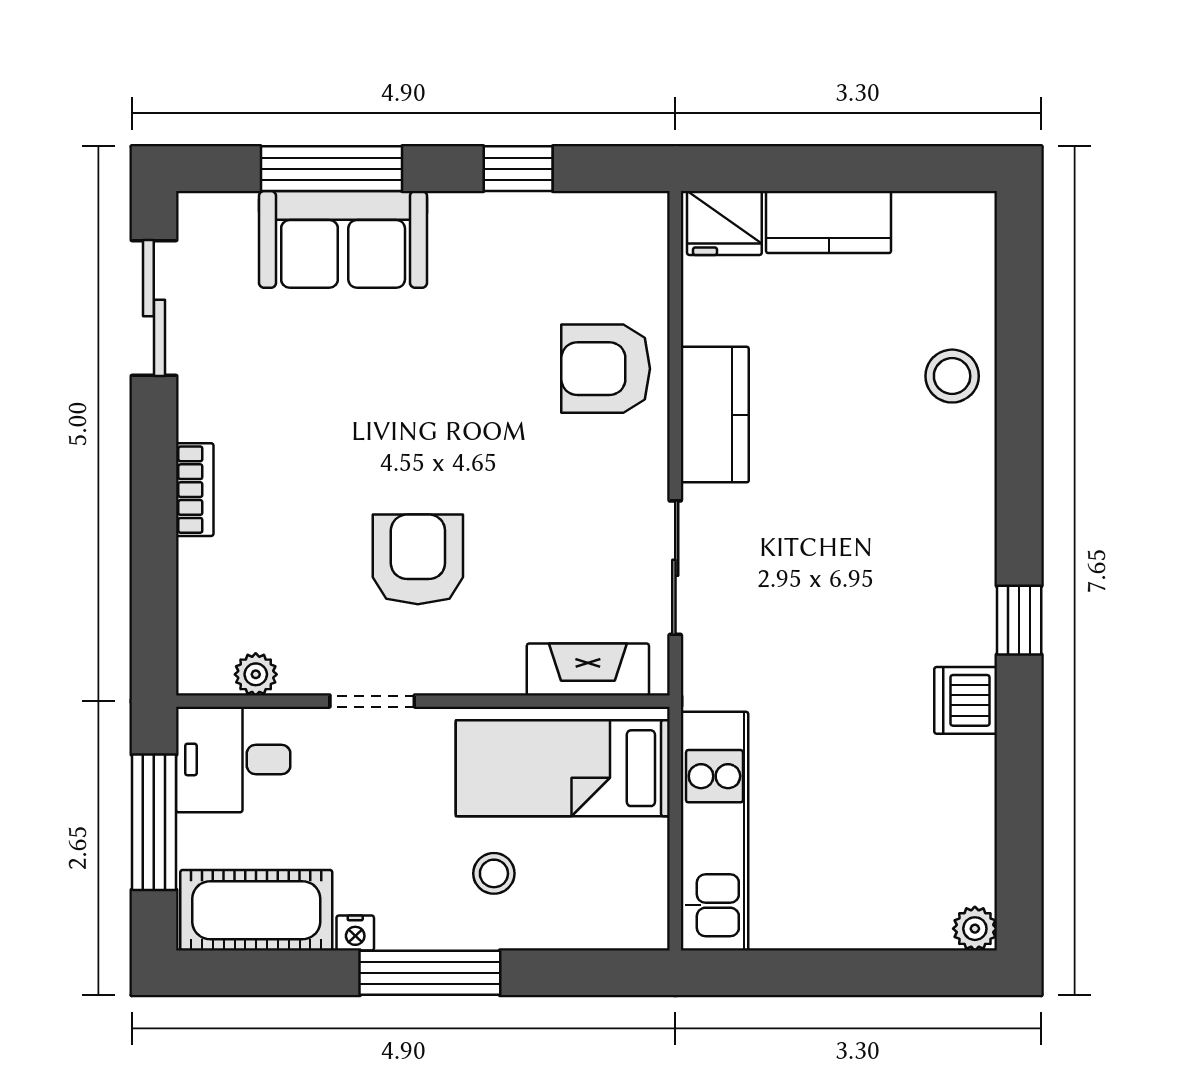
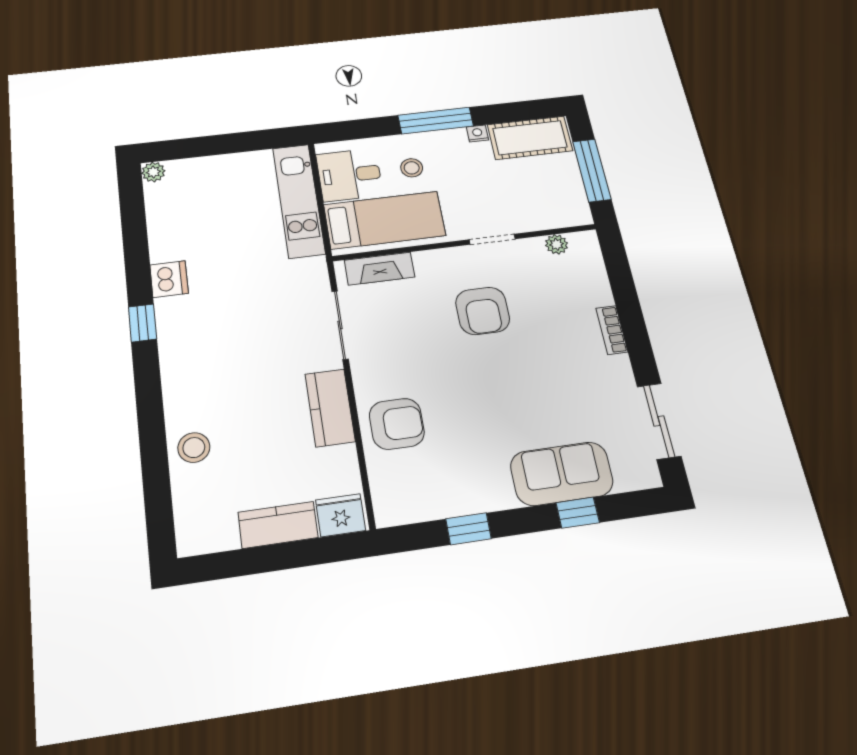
window: (331, 169) -> (578, 513), width x0.46
desk: (233, 759) -> (350, 175), moved, turned 180

